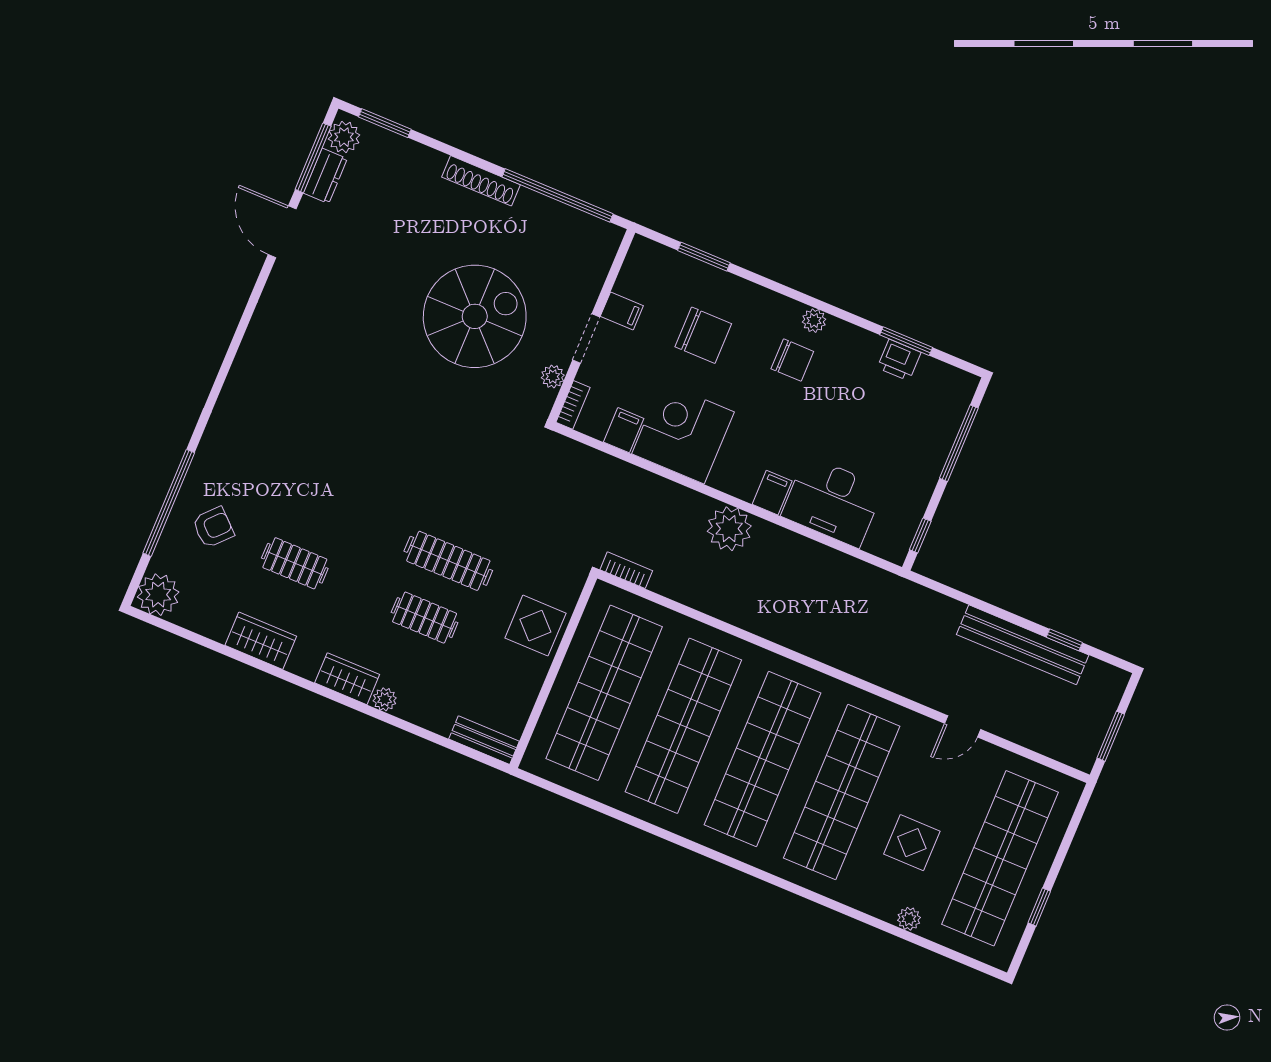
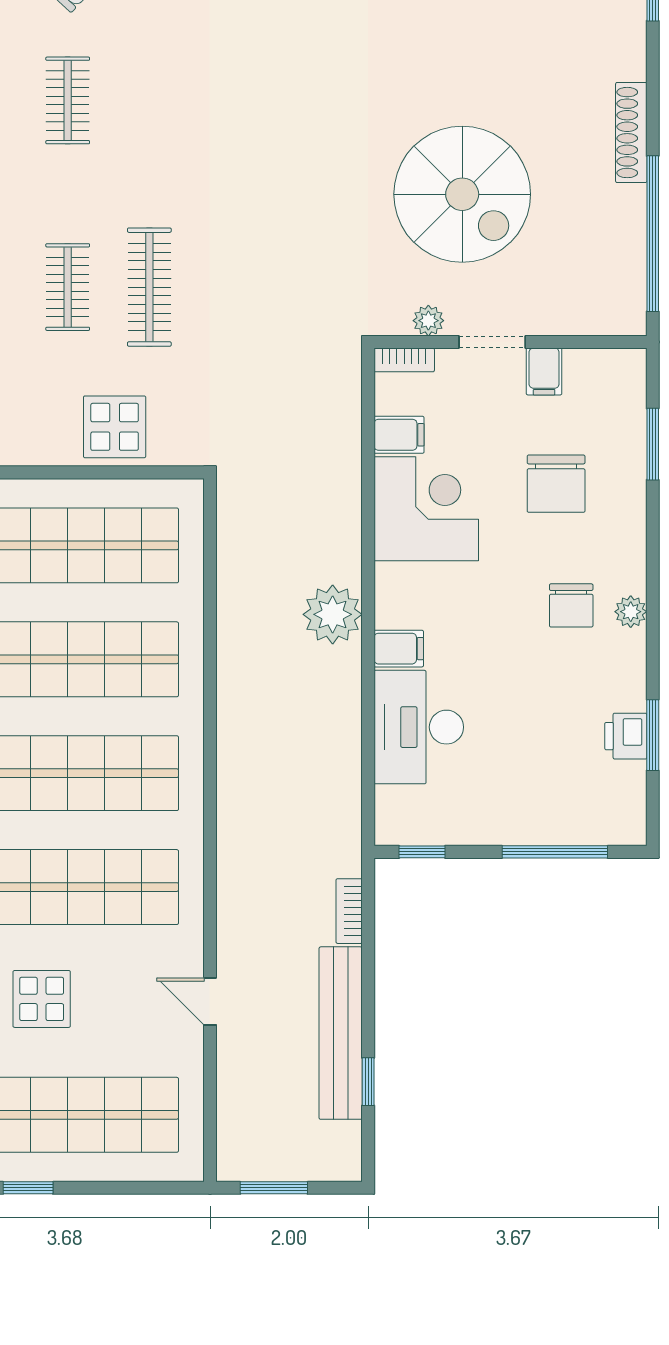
bookcase: (626, 570) -> (349, 911), moved, turned 180

